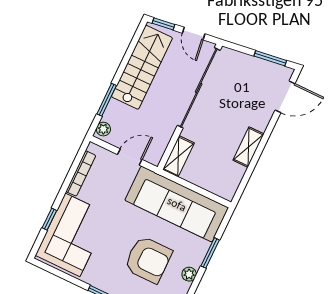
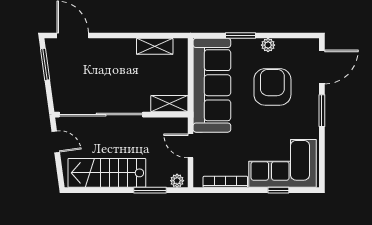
window: (163, 24) -> (60, 172), removed
door: (194, 34) -> (56, 142), hinge flipped
shelving: (248, 147) -> (155, 46), moved

